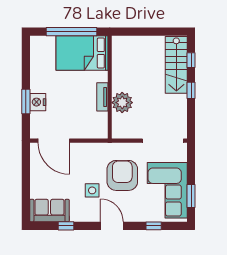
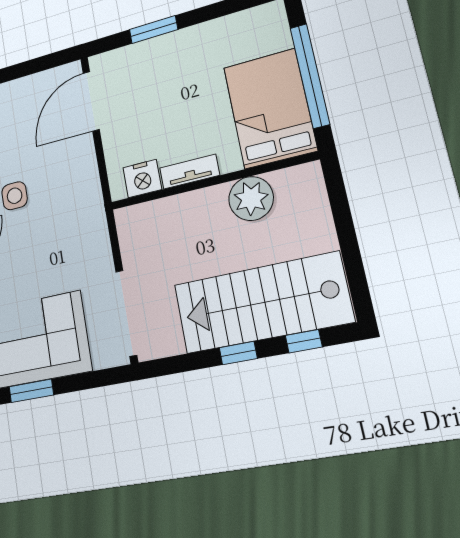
stairs: (176, 65) -> (262, 303), width x1.36, depth x1.51
nightstand: (38, 102) -> (142, 178), moved, turned 180
plant: (122, 103) -> (251, 198), moved
armchair: (122, 175) -> (49, 246), removed

